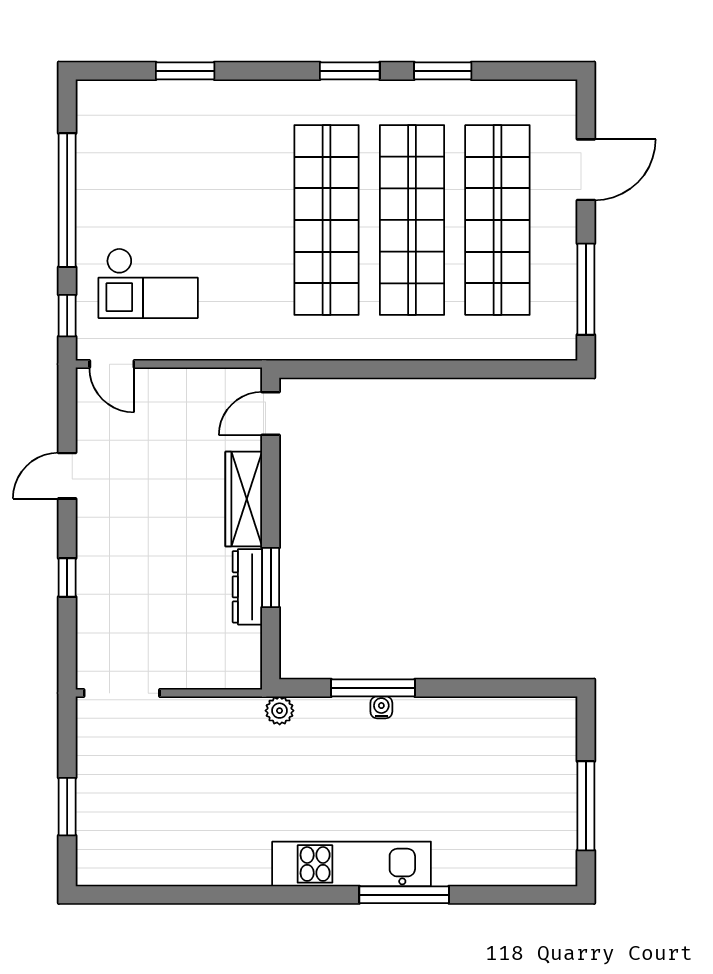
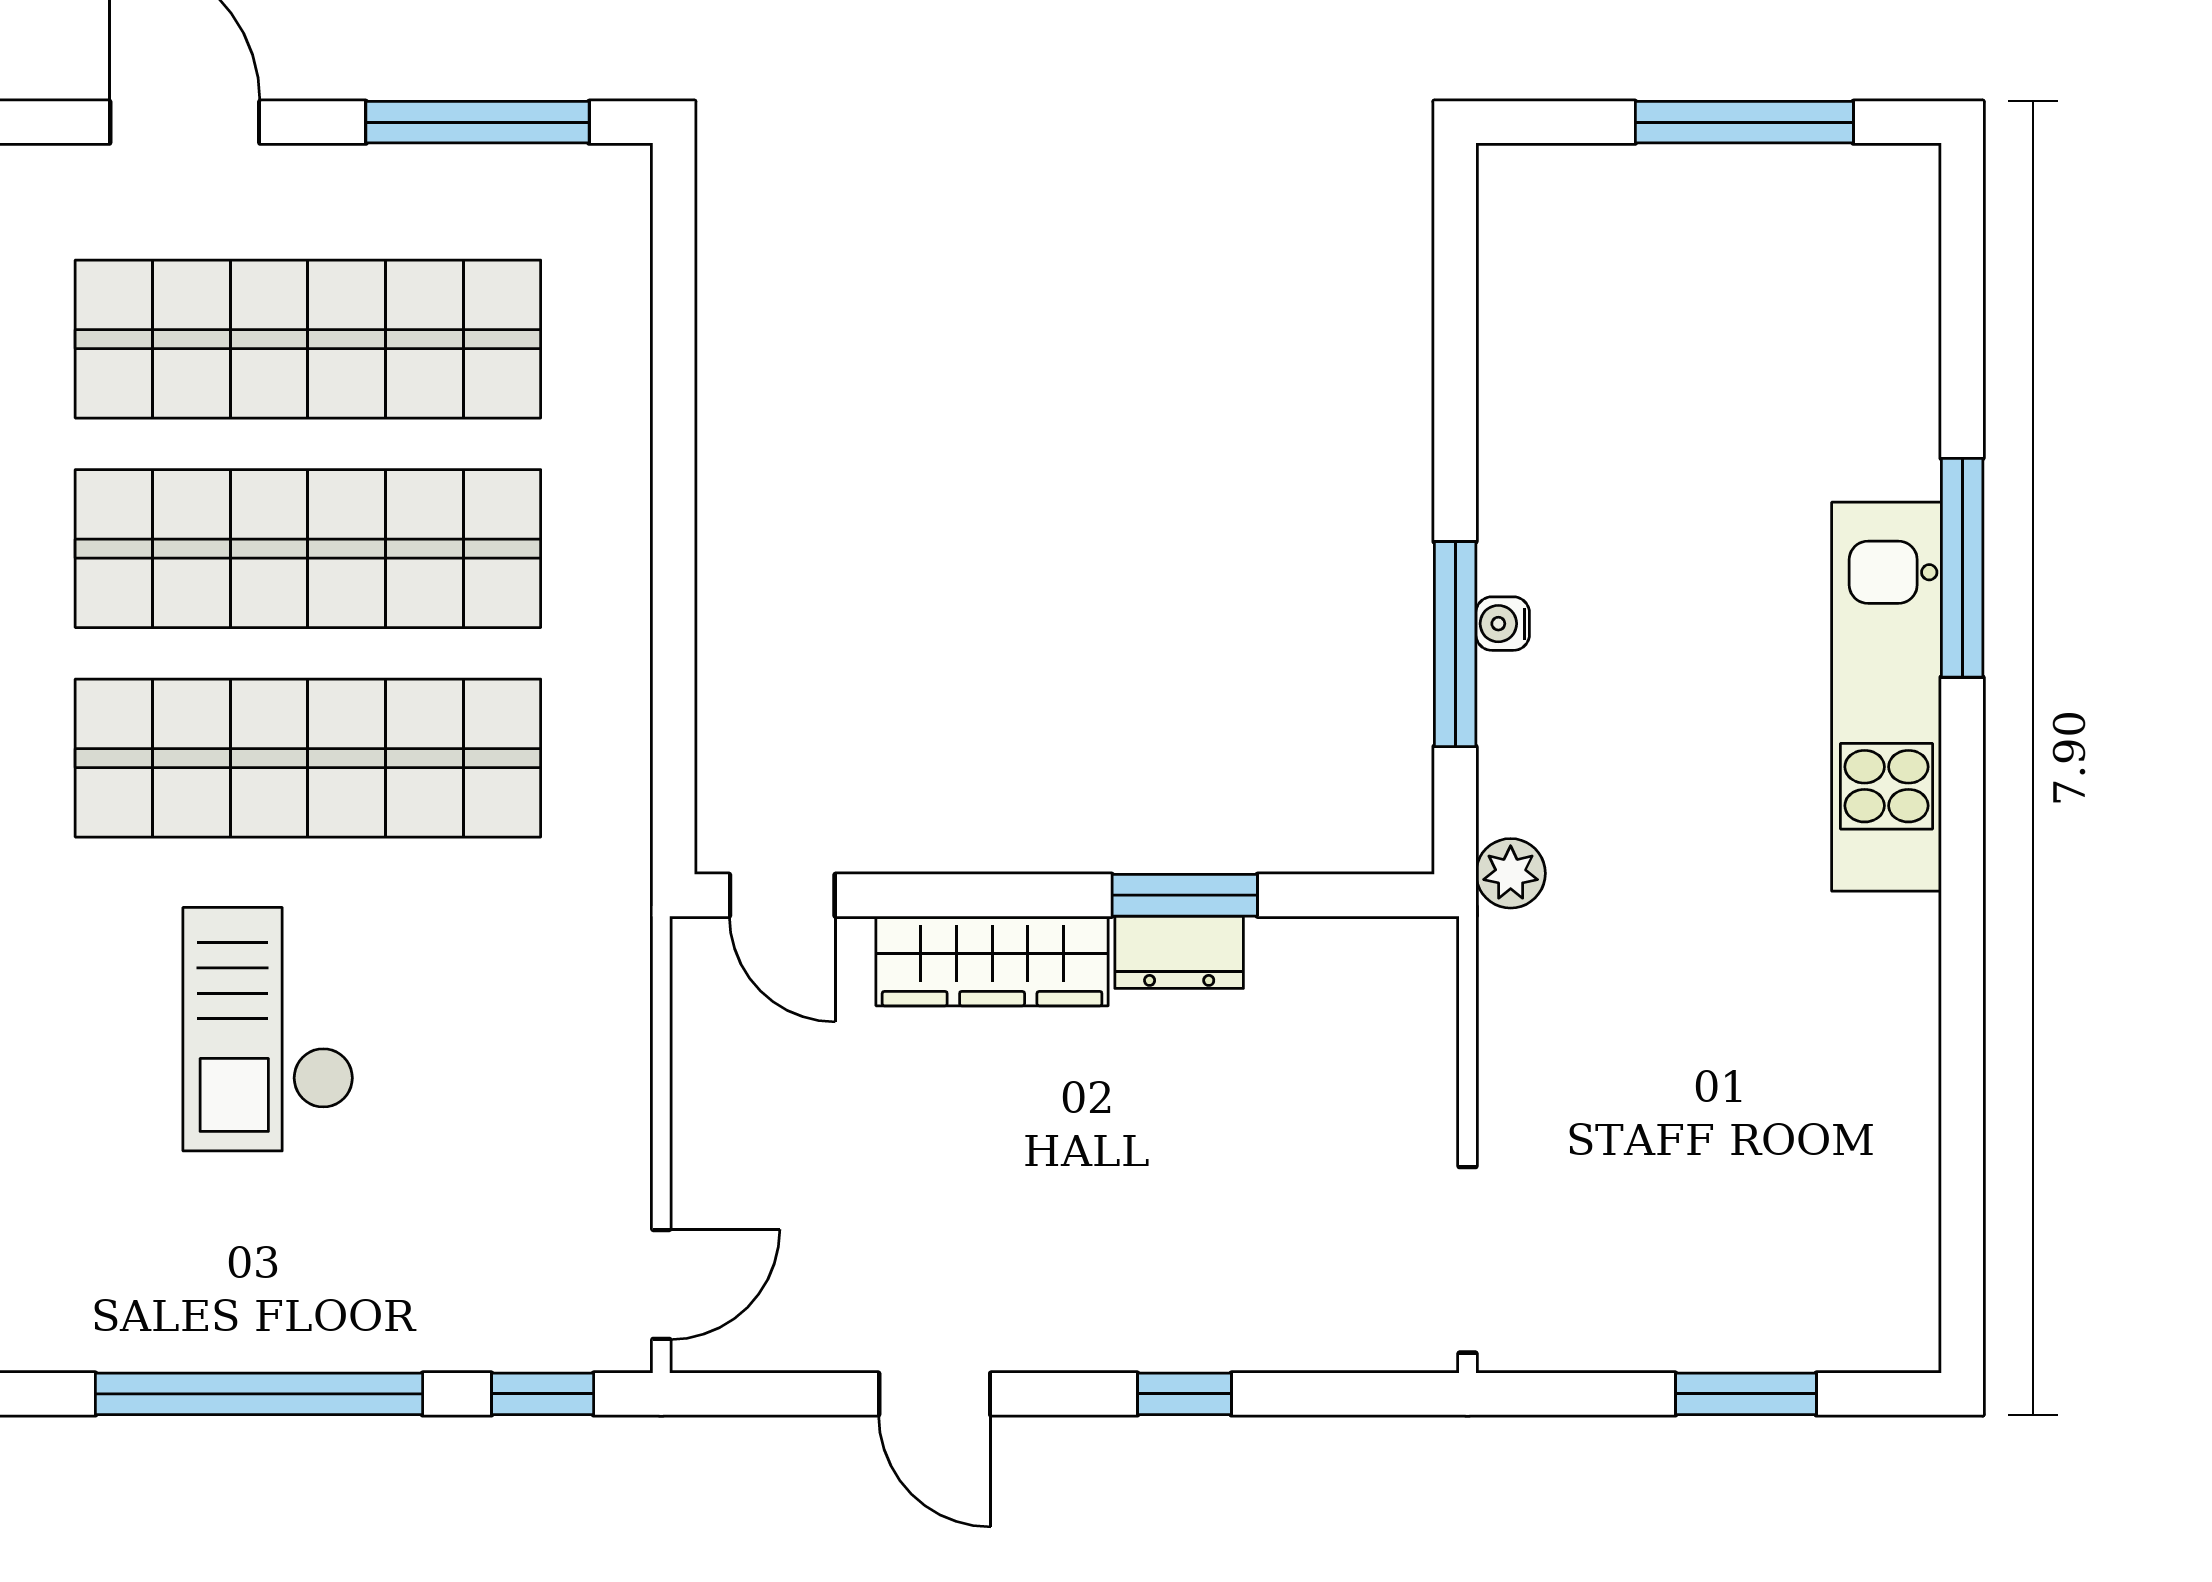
checkout: (148, 283) -> (268, 1029), moved, turned 180
dresser: (247, 587) -> (1179, 952), width x0.70

